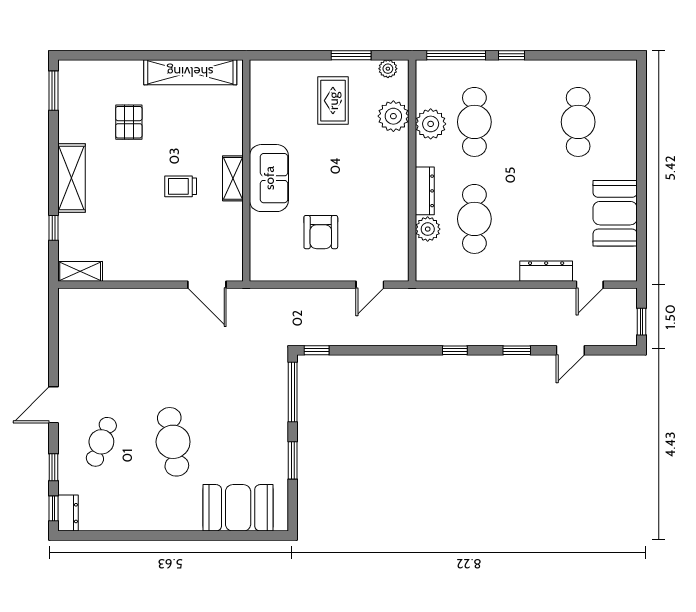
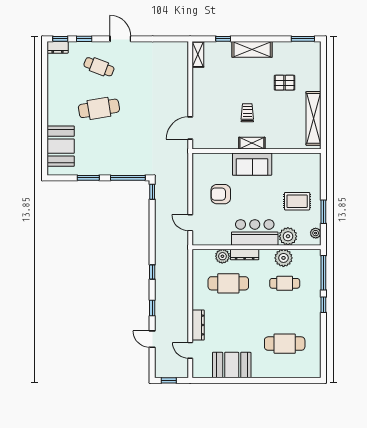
cafe table: (474, 122) -> (285, 283), width x0.73, depth x0.74
bar counter: (387, 173) -> (255, 232), added

